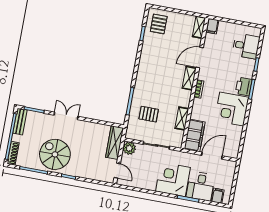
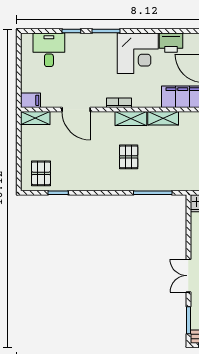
pallet: (159, 24) -> (41, 173), turned 90
shelving: (189, 78) -> (131, 119), moved
printer: (244, 87) -> (171, 43), moved
pallet: (149, 114) -> (129, 157), moved

